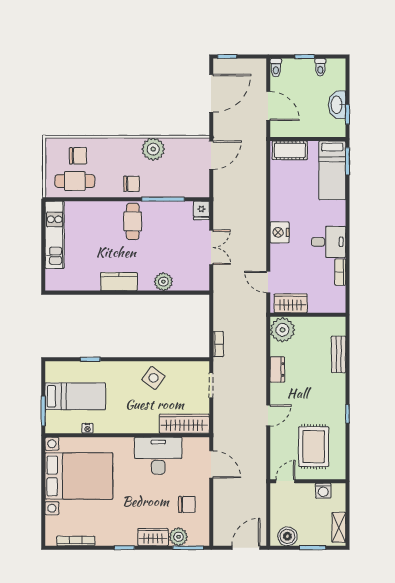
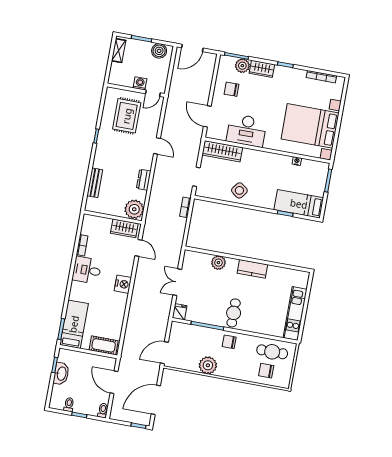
bed: (75, 396) -> (299, 204), moved
door: (268, 415) -> (157, 146), swing flipped
washing machine: (323, 491) -> (140, 83), moved

